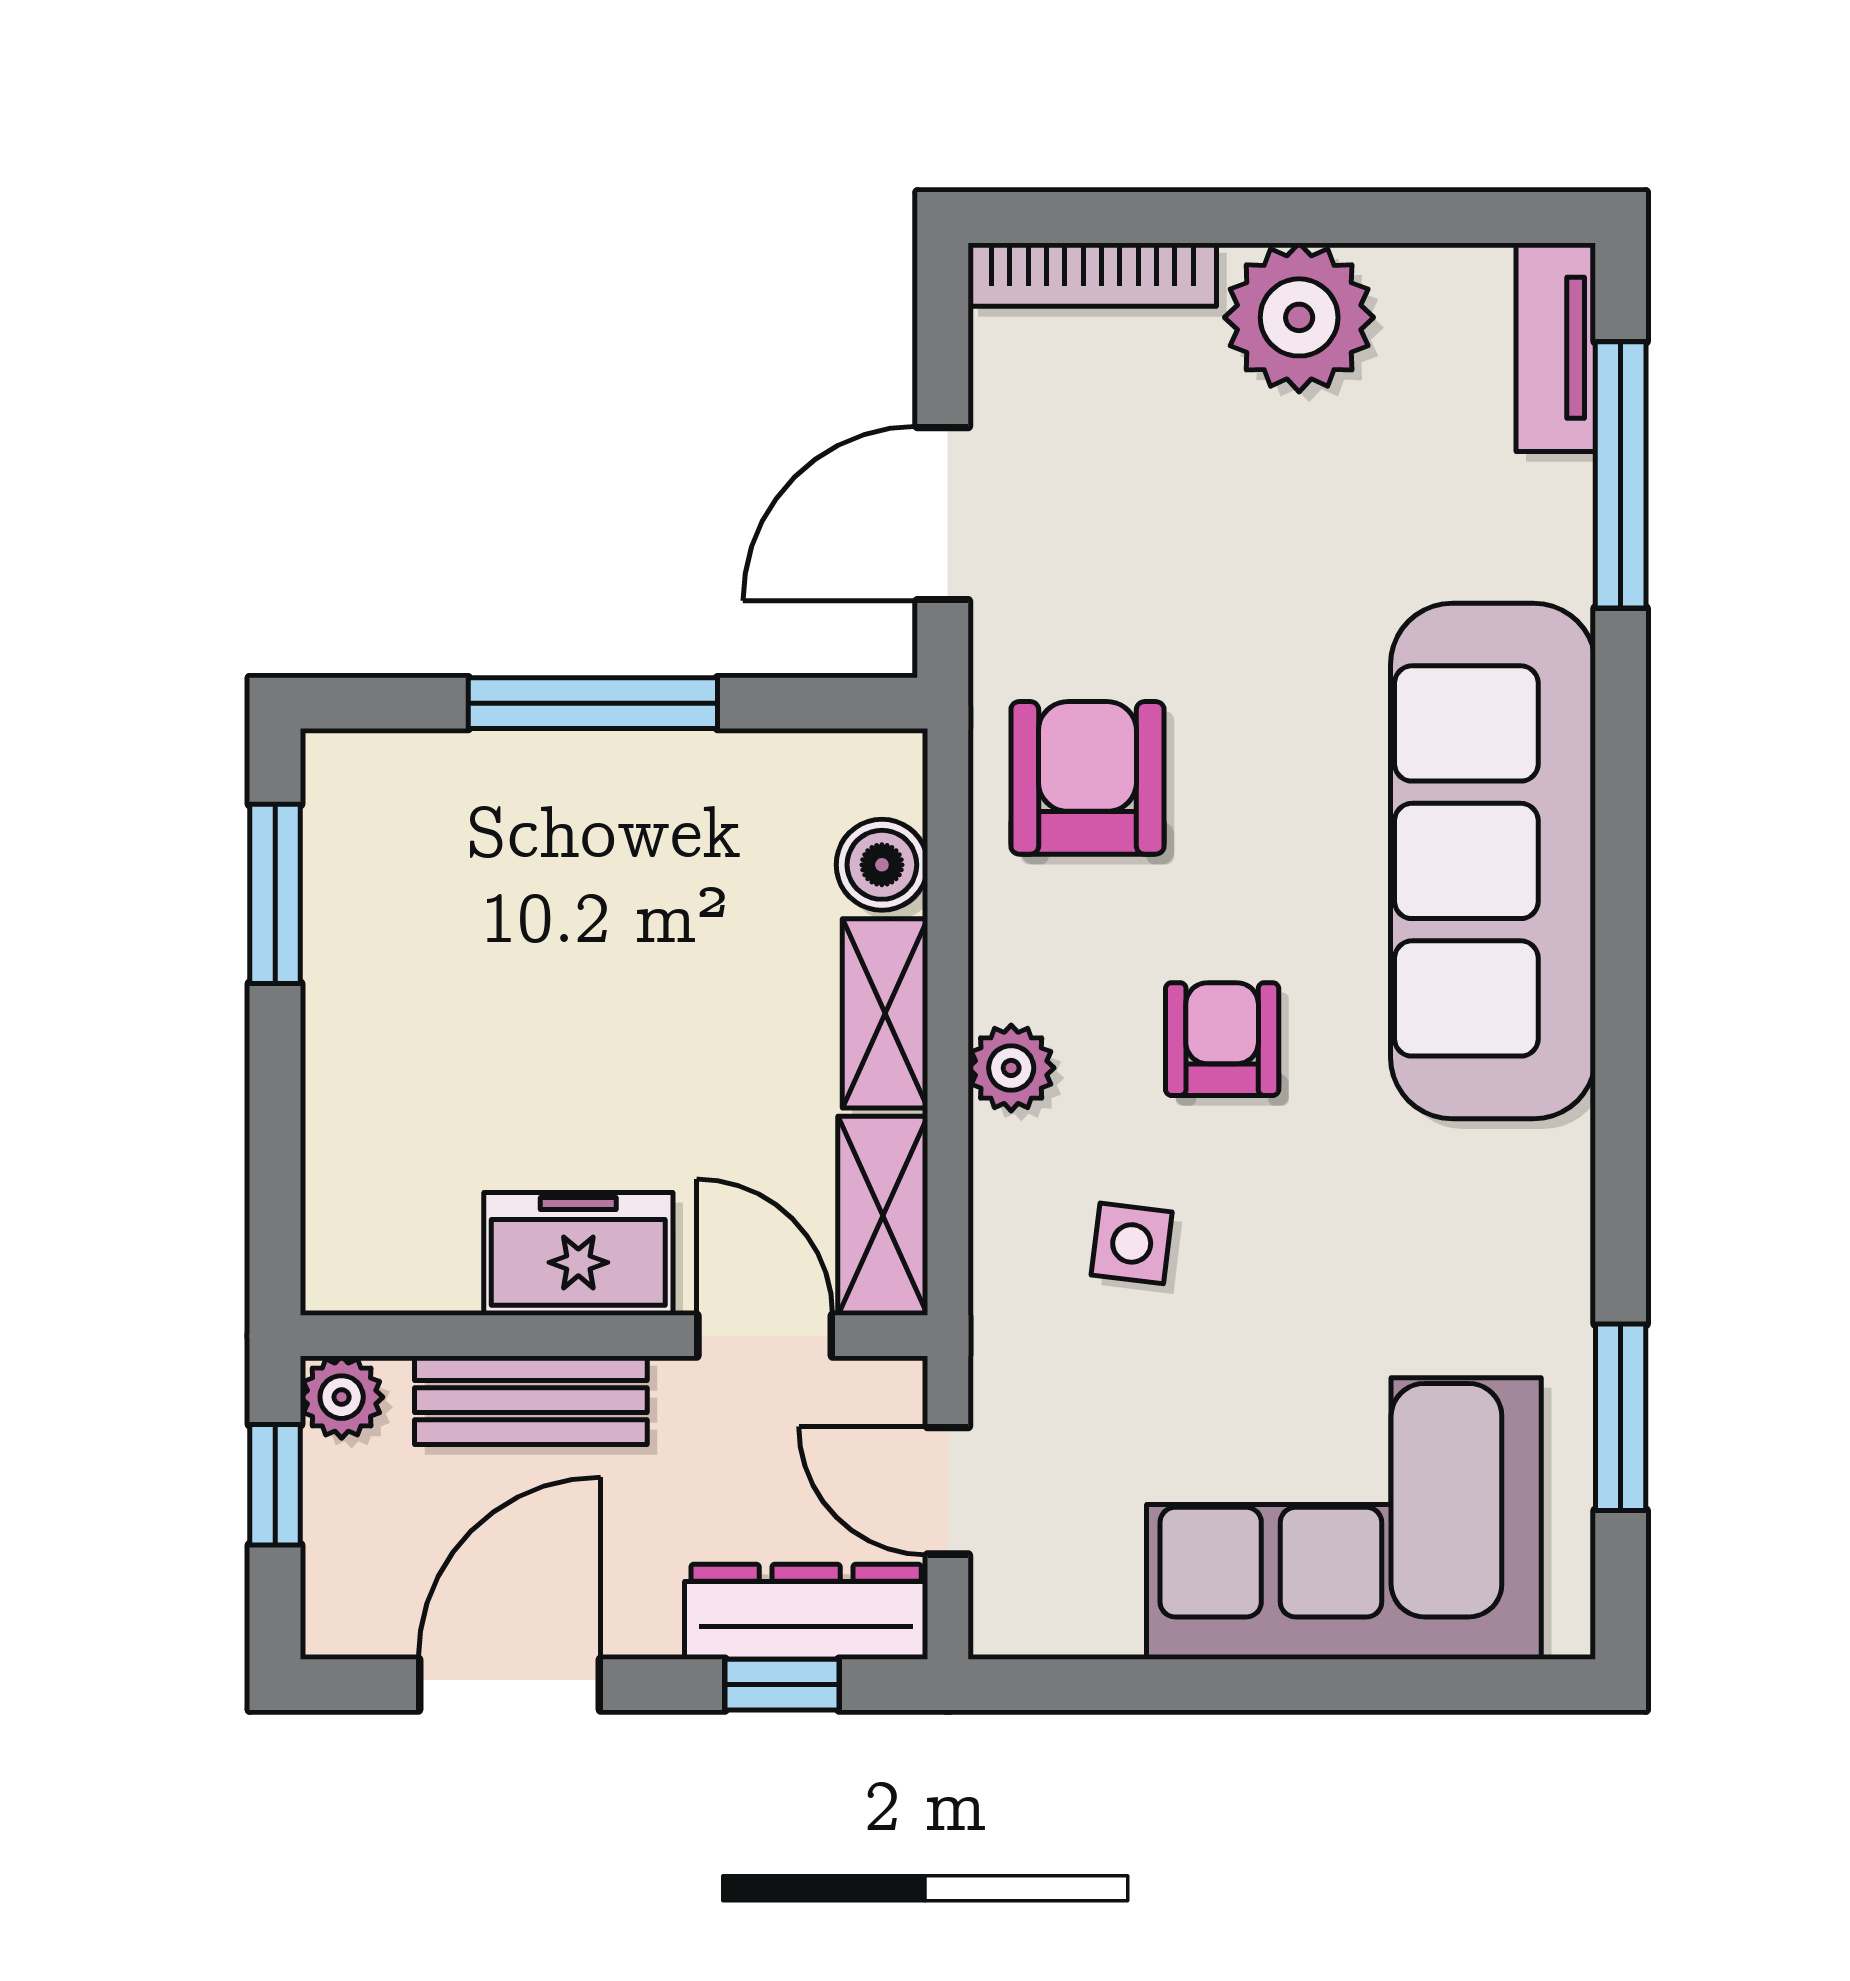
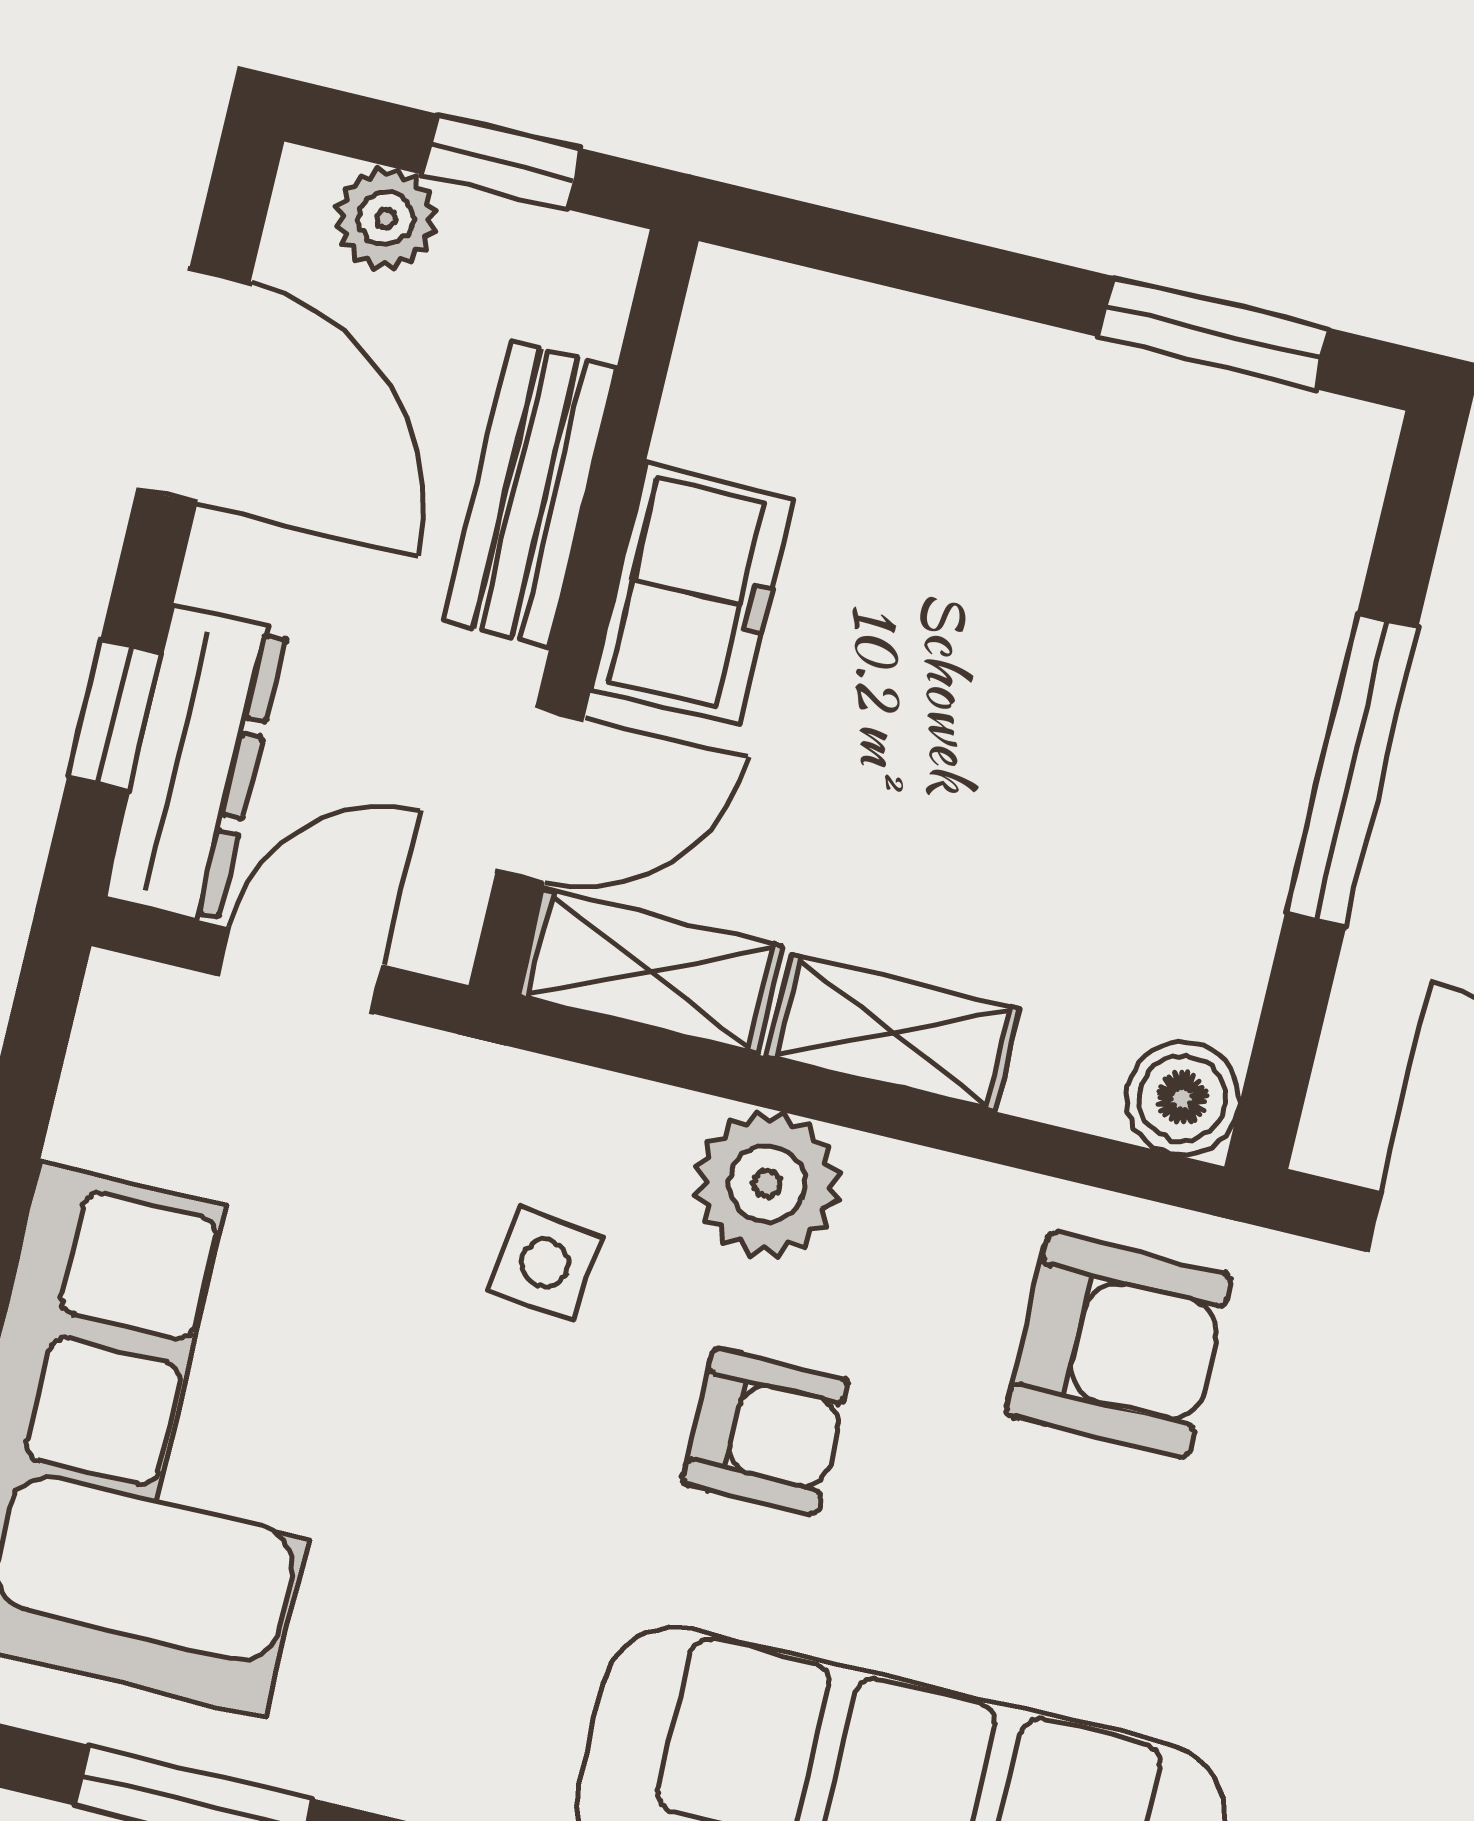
boiler: (882, 865) -> (1182, 1098), moved
plant: (1011, 1068) -> (767, 1184), width x1.38, depth x1.38
plant: (342, 1397) -> (386, 219), moved

